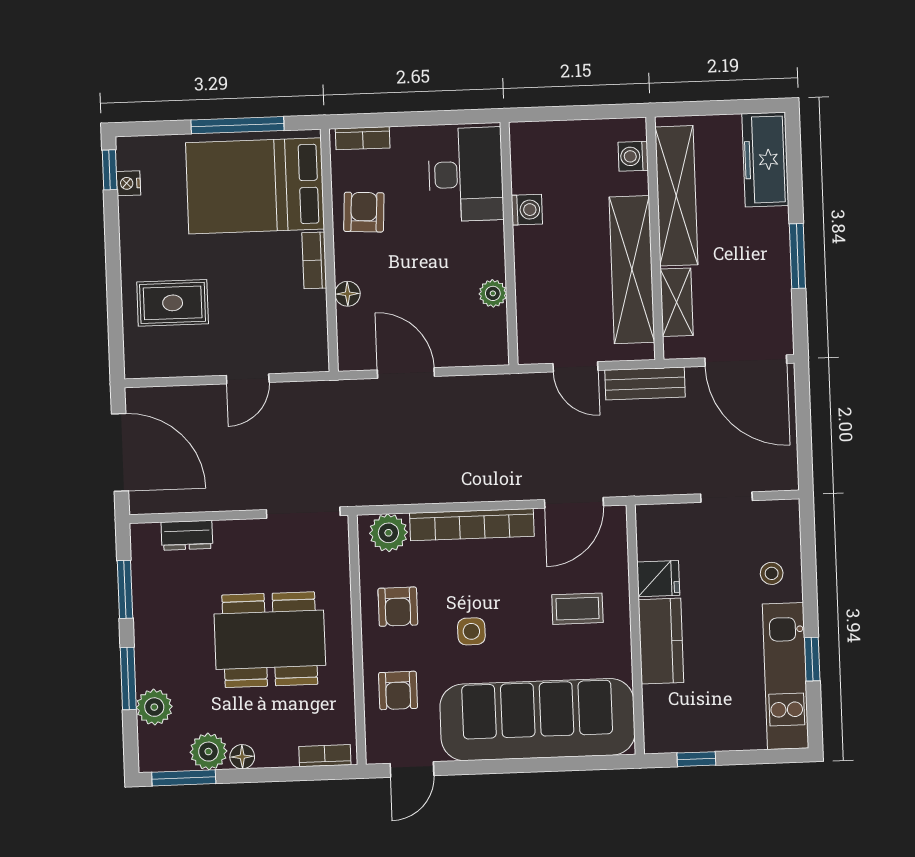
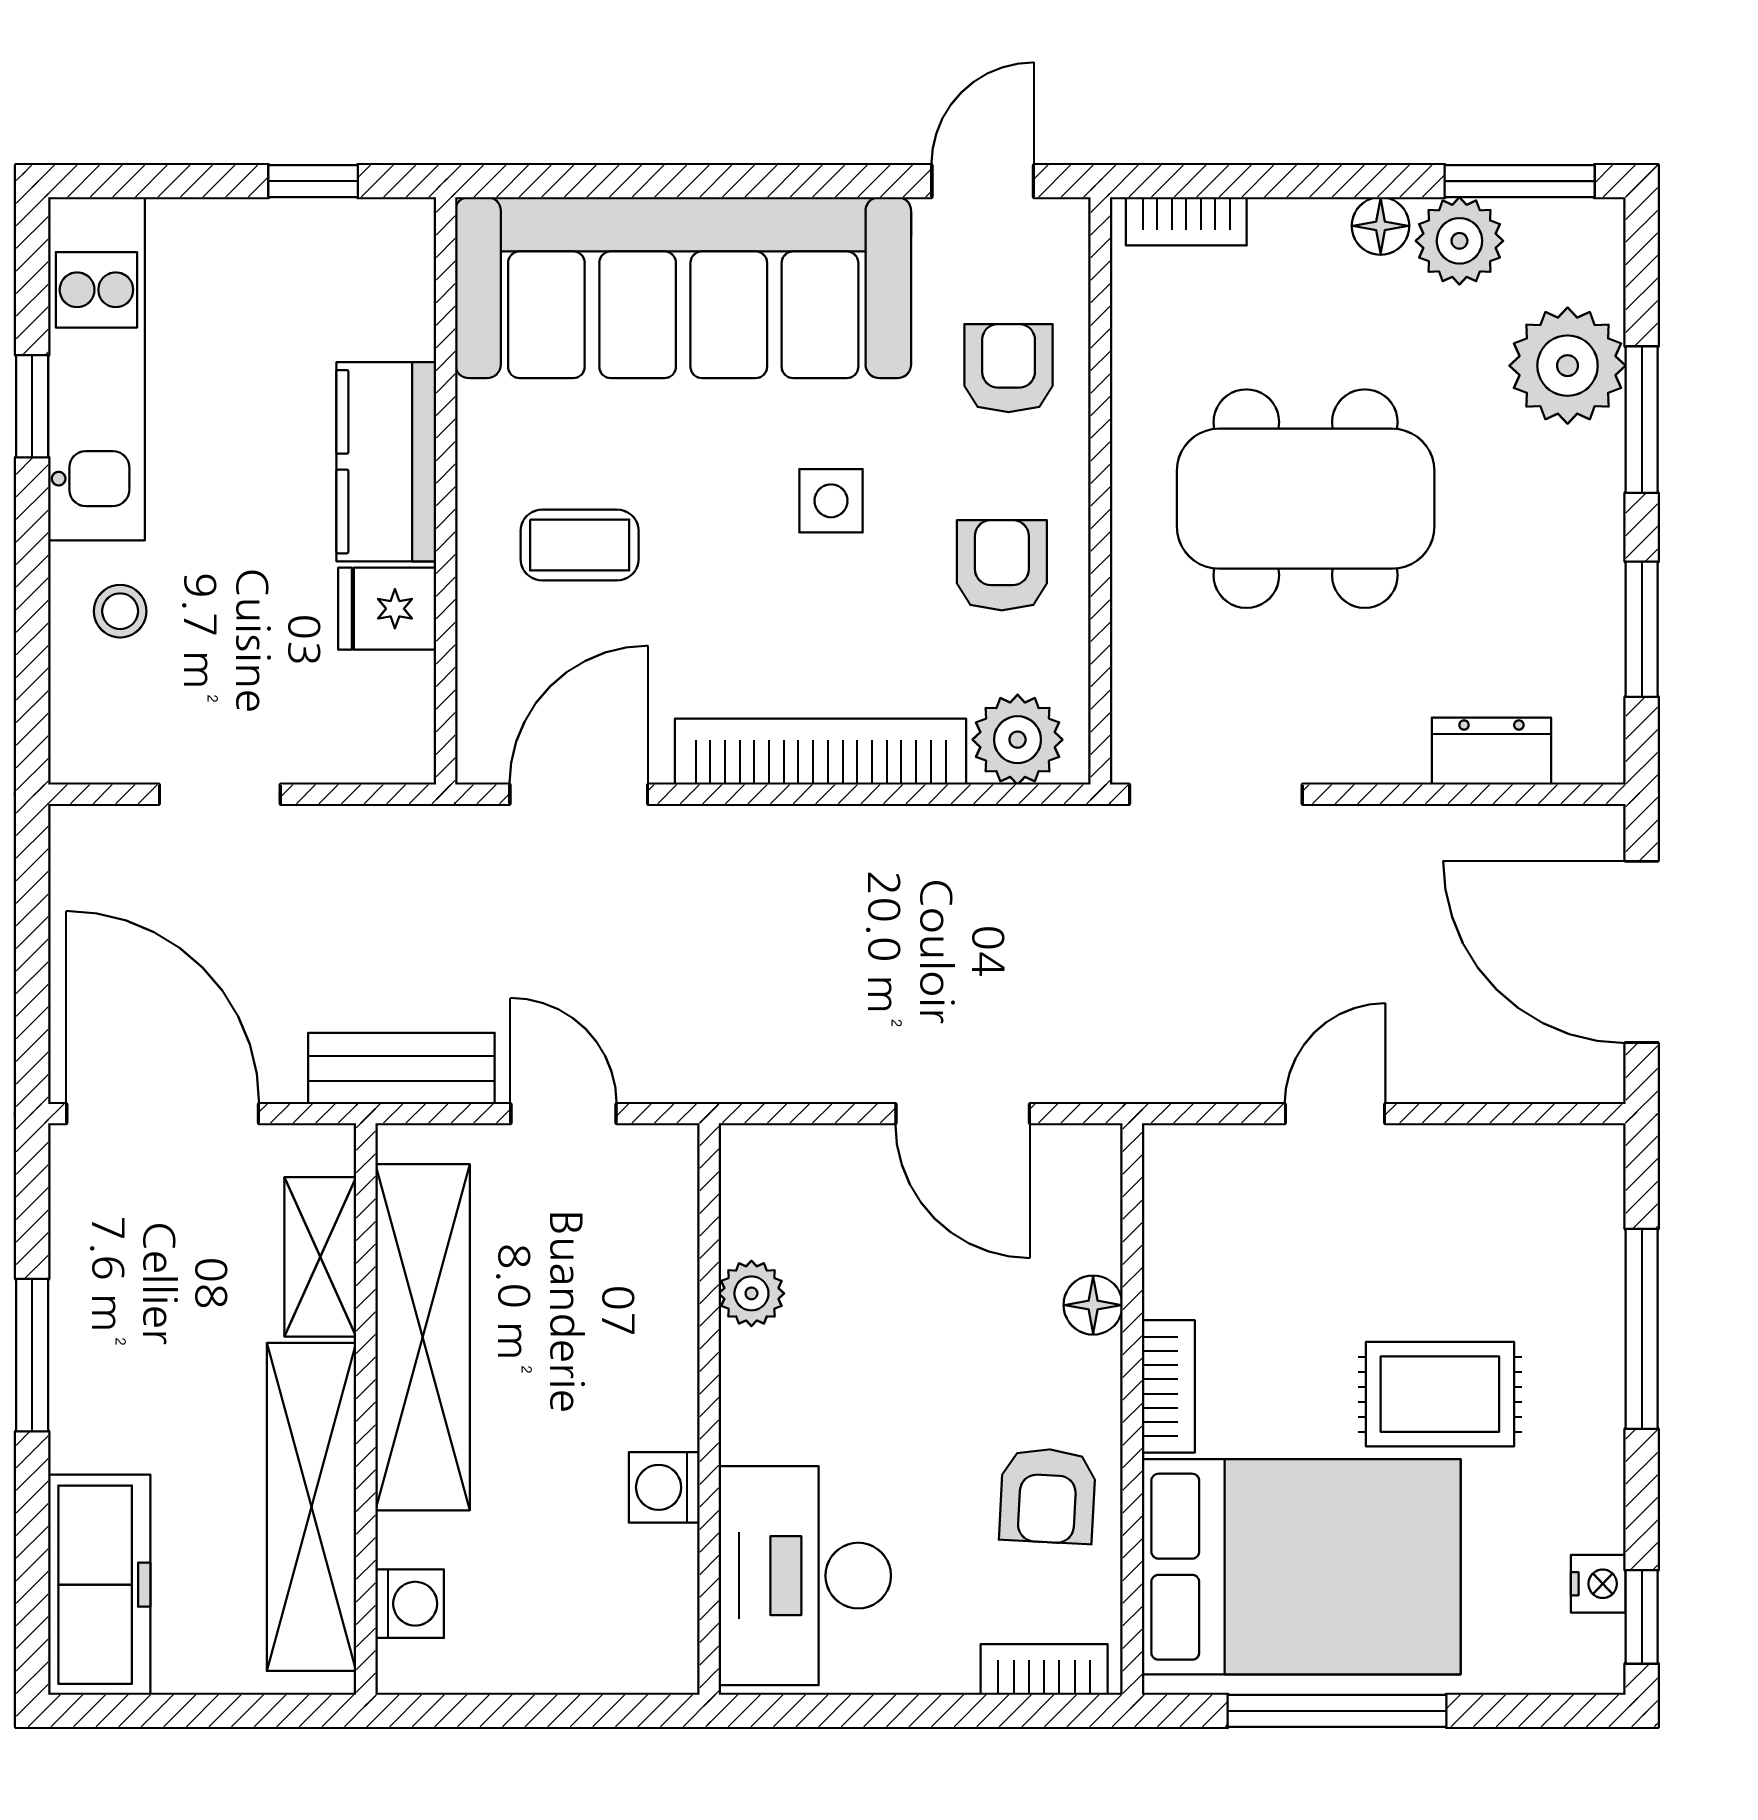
window: (114, 292) -> (1642, 1329), added
rug: (173, 303) -> (1440, 1394), moved
plant: (154, 707) -> (1568, 366), width x1.36, depth x1.36

